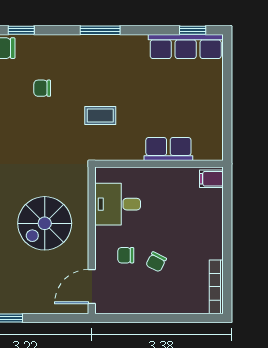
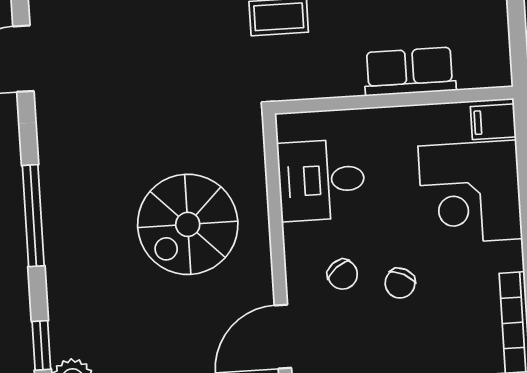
corner desk: (197, 216) -> (470, 192), added
chair: (126, 255) -> (343, 274), turned -128

